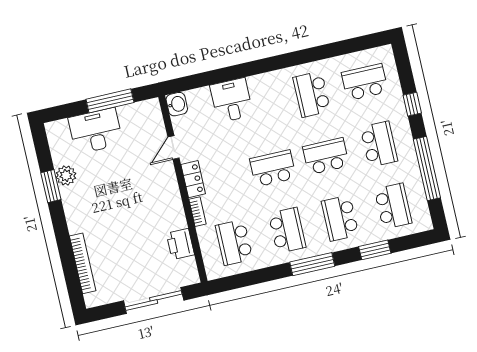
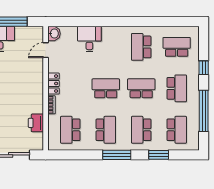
door: (173, 148) -> (46, 50), moved

